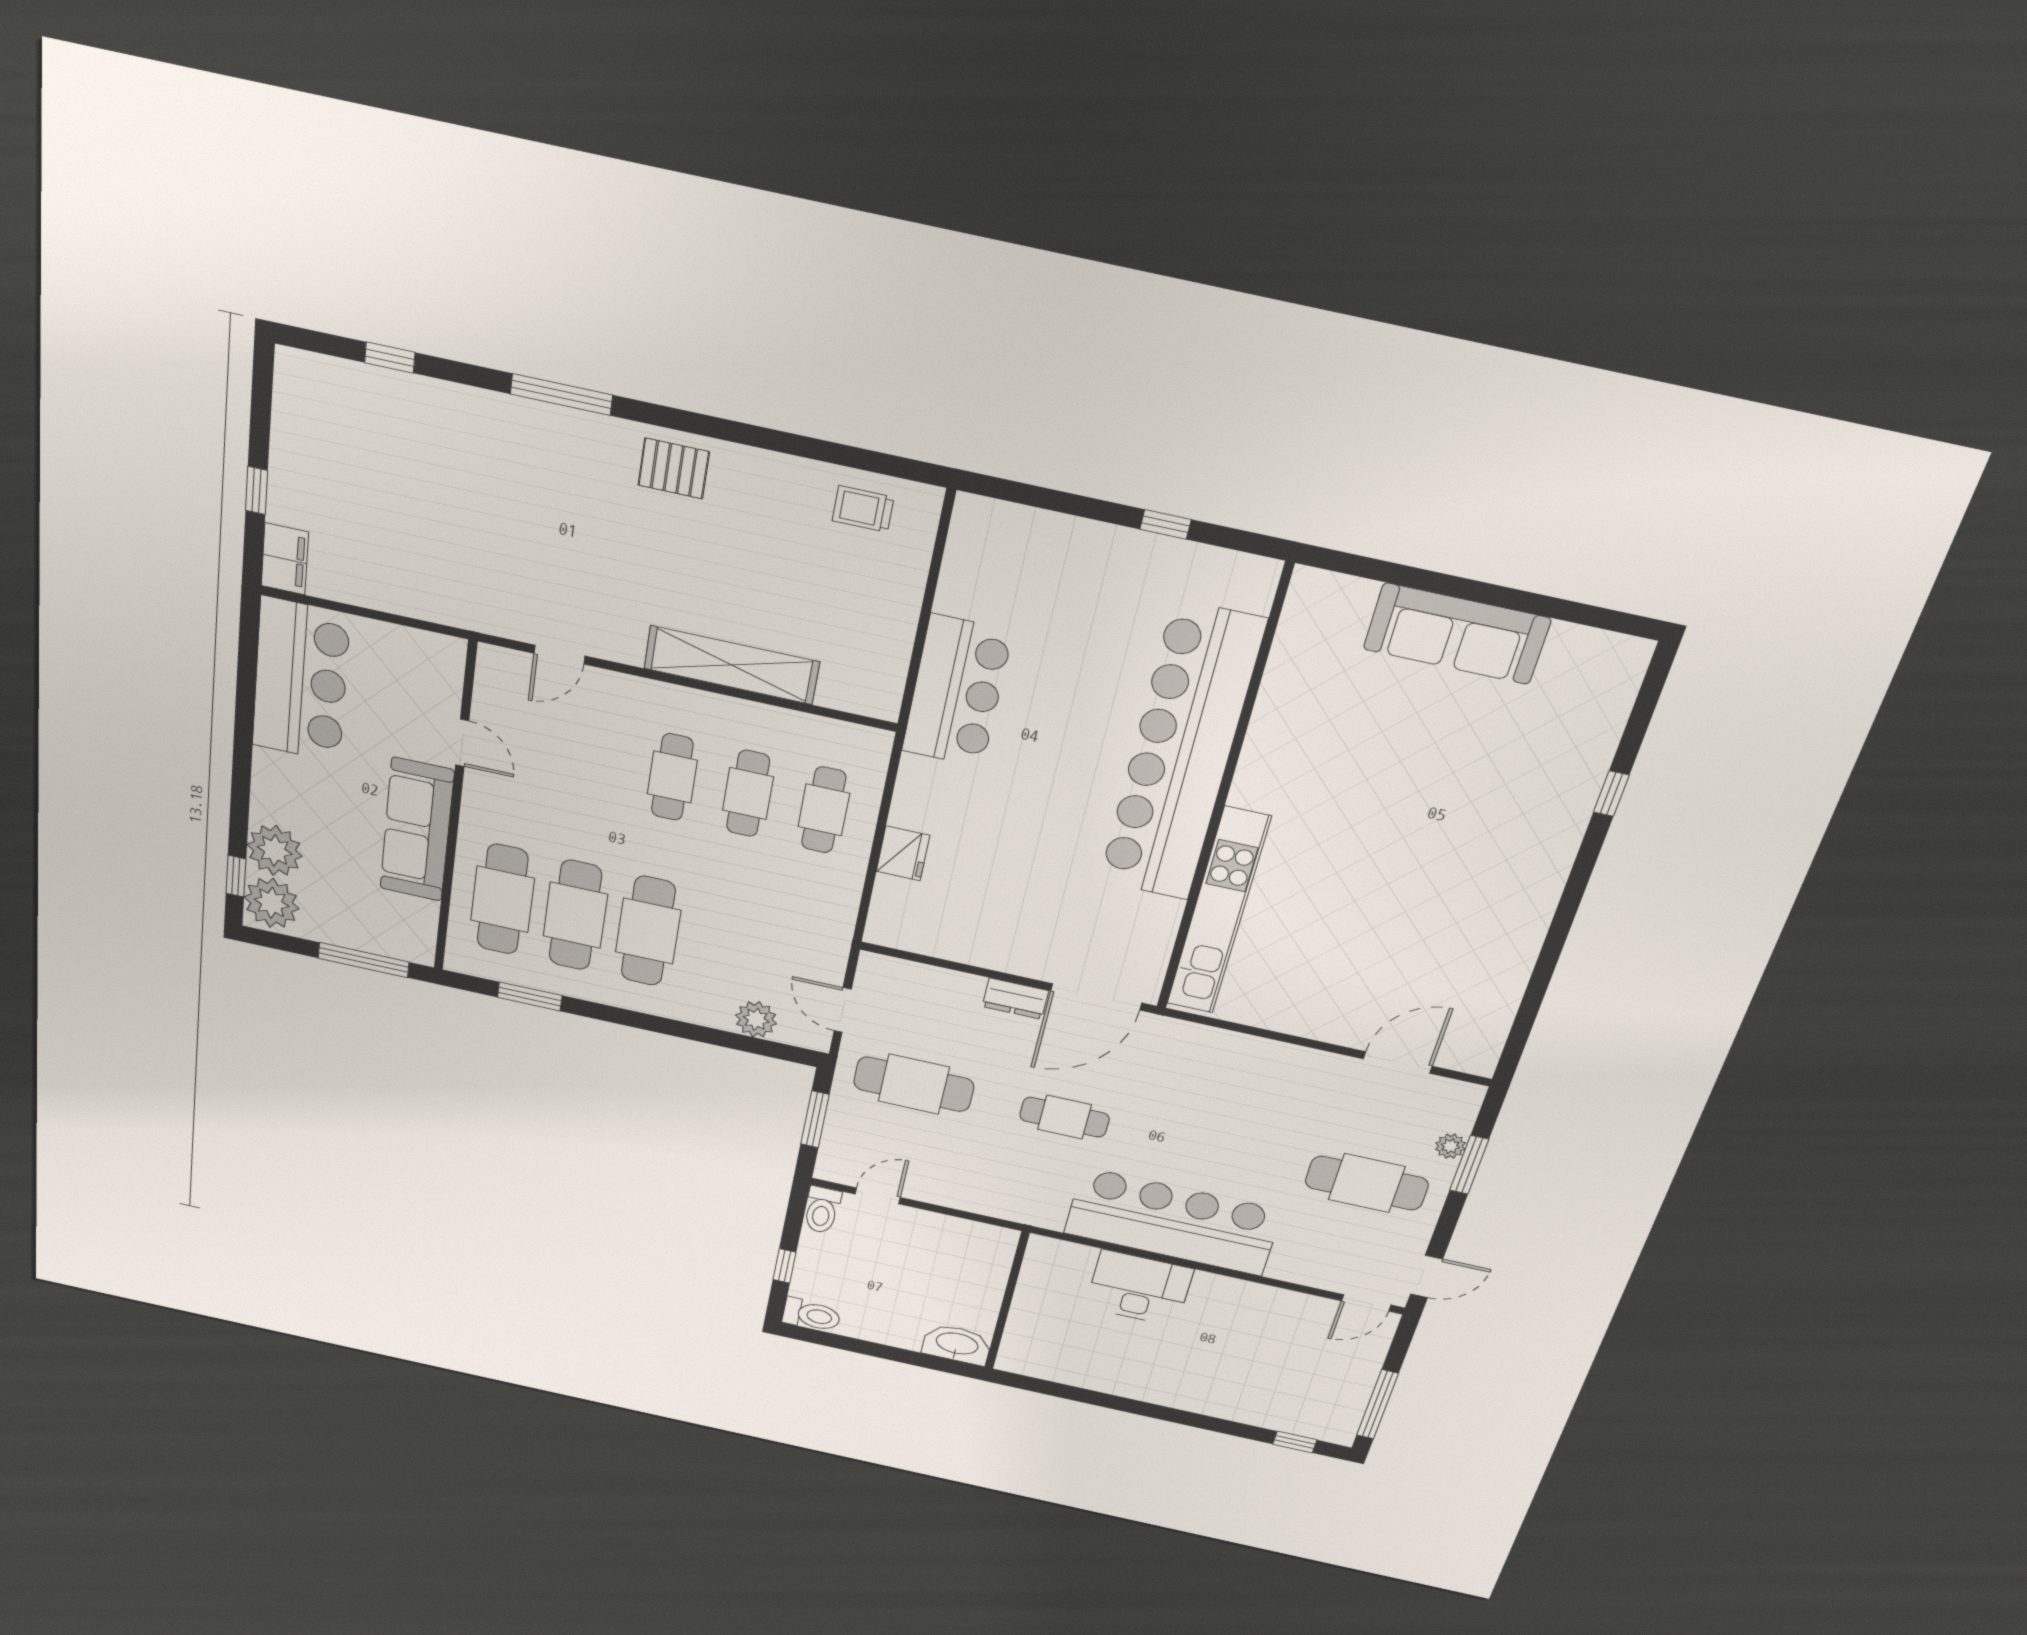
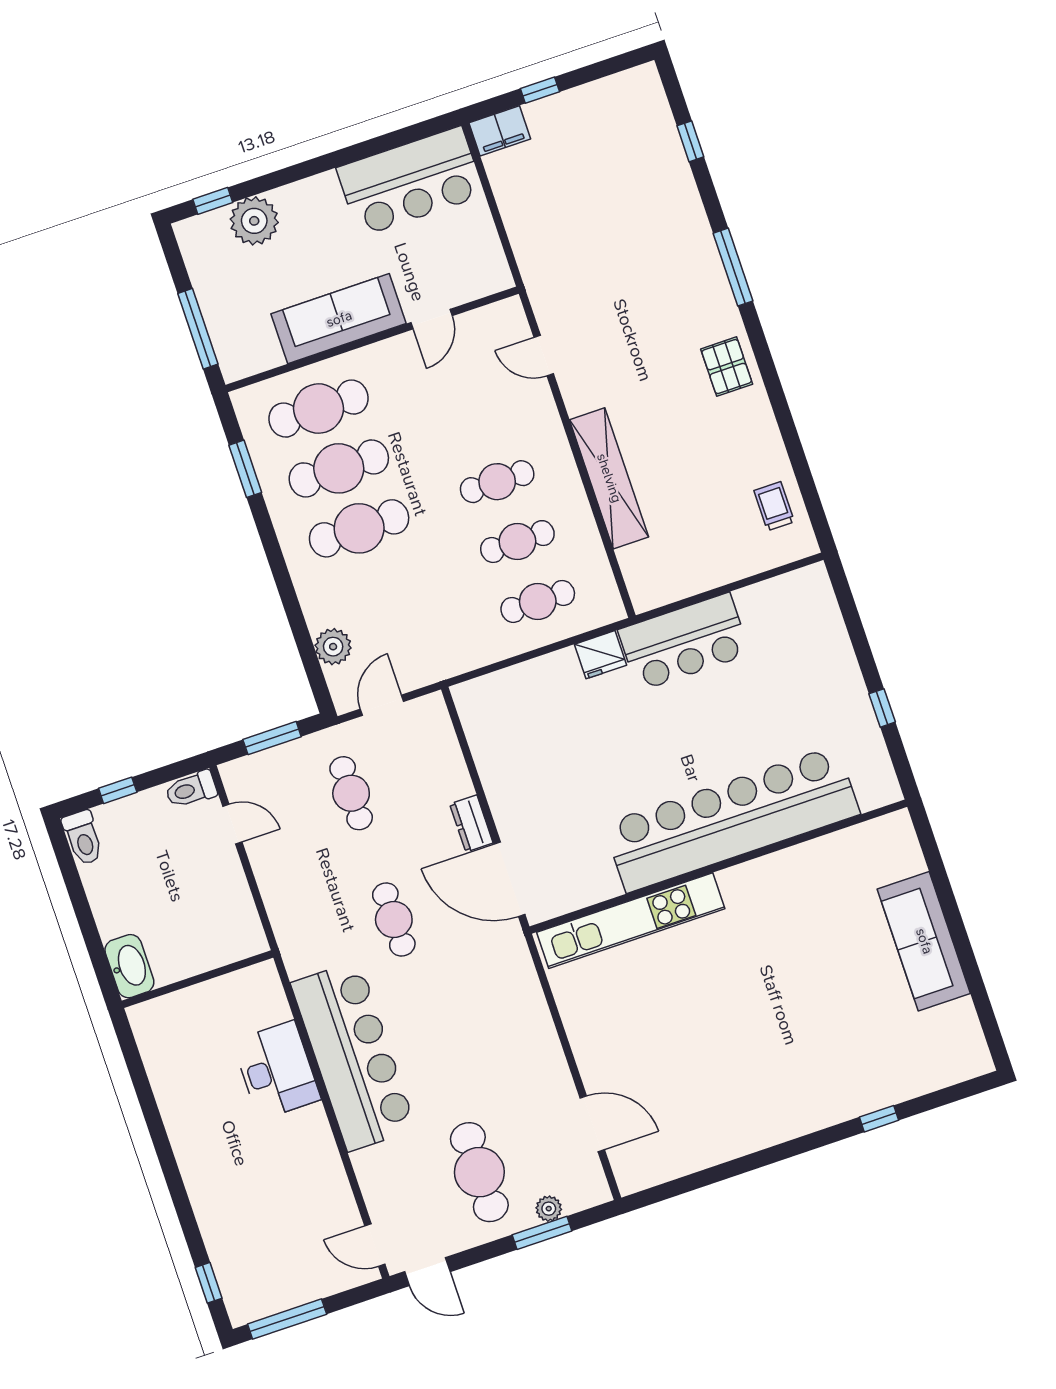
fridge: (903, 853) -> (600, 655), moved
plant: (272, 903) -> (206, 237), removed
cafe table: (914, 1084) -> (351, 793), width x0.73, depth x0.74

